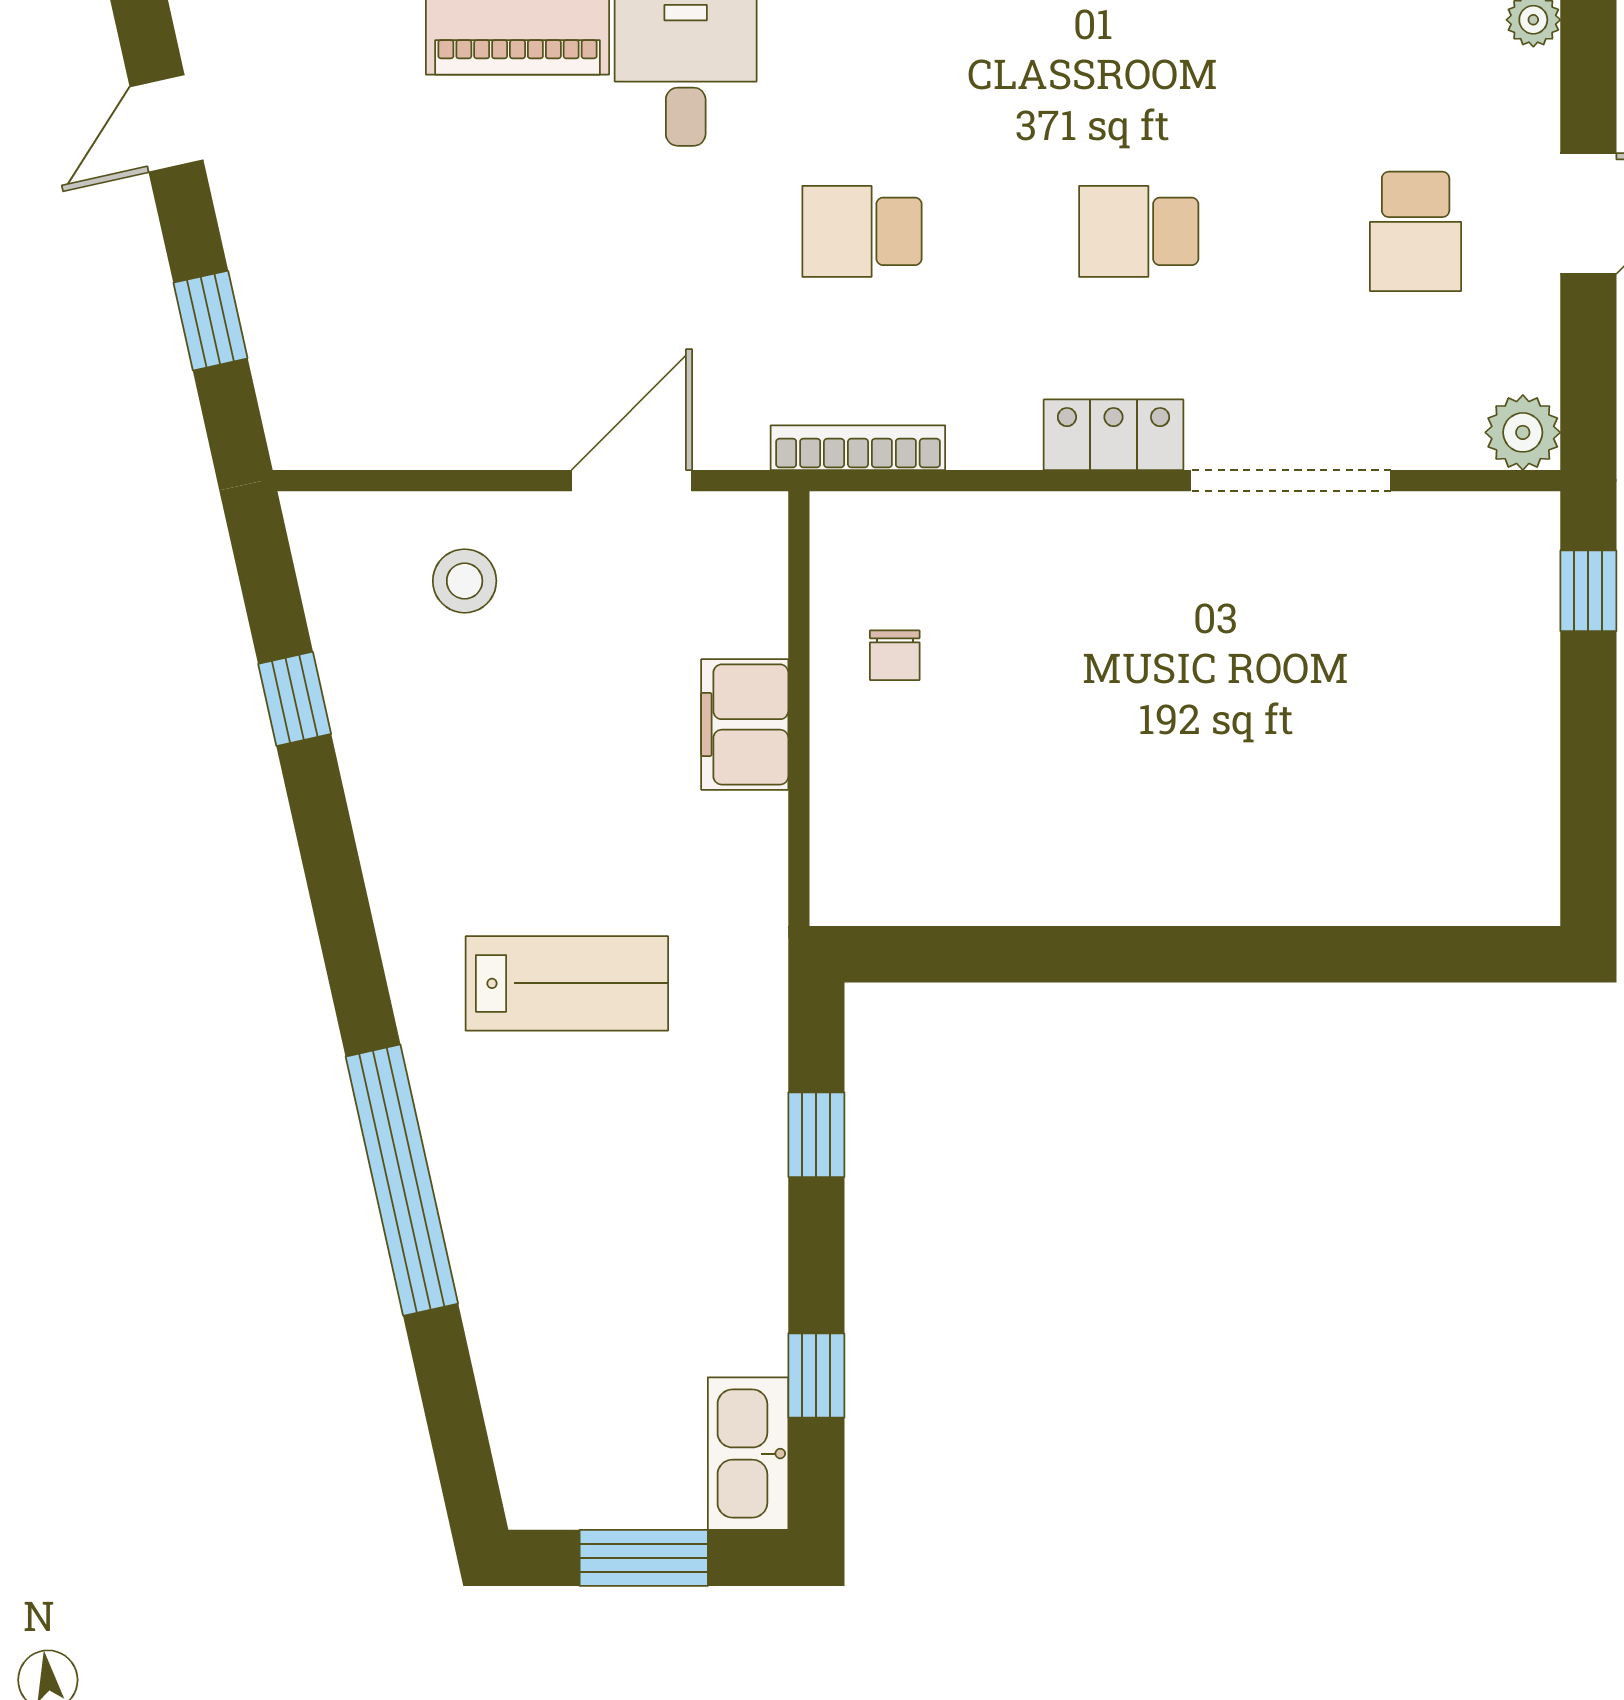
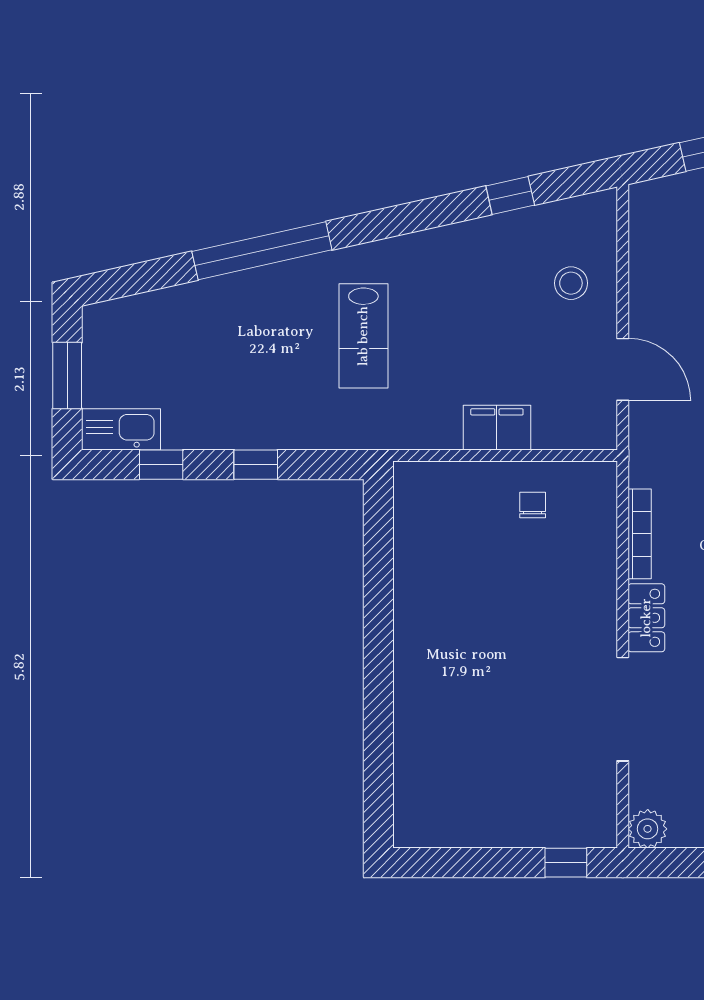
bookcase: (858, 448) -> (640, 534), moved
chair: (895, 655) -> (533, 505), turned 90
window: (816, 1135) -> (256, 465), moved

